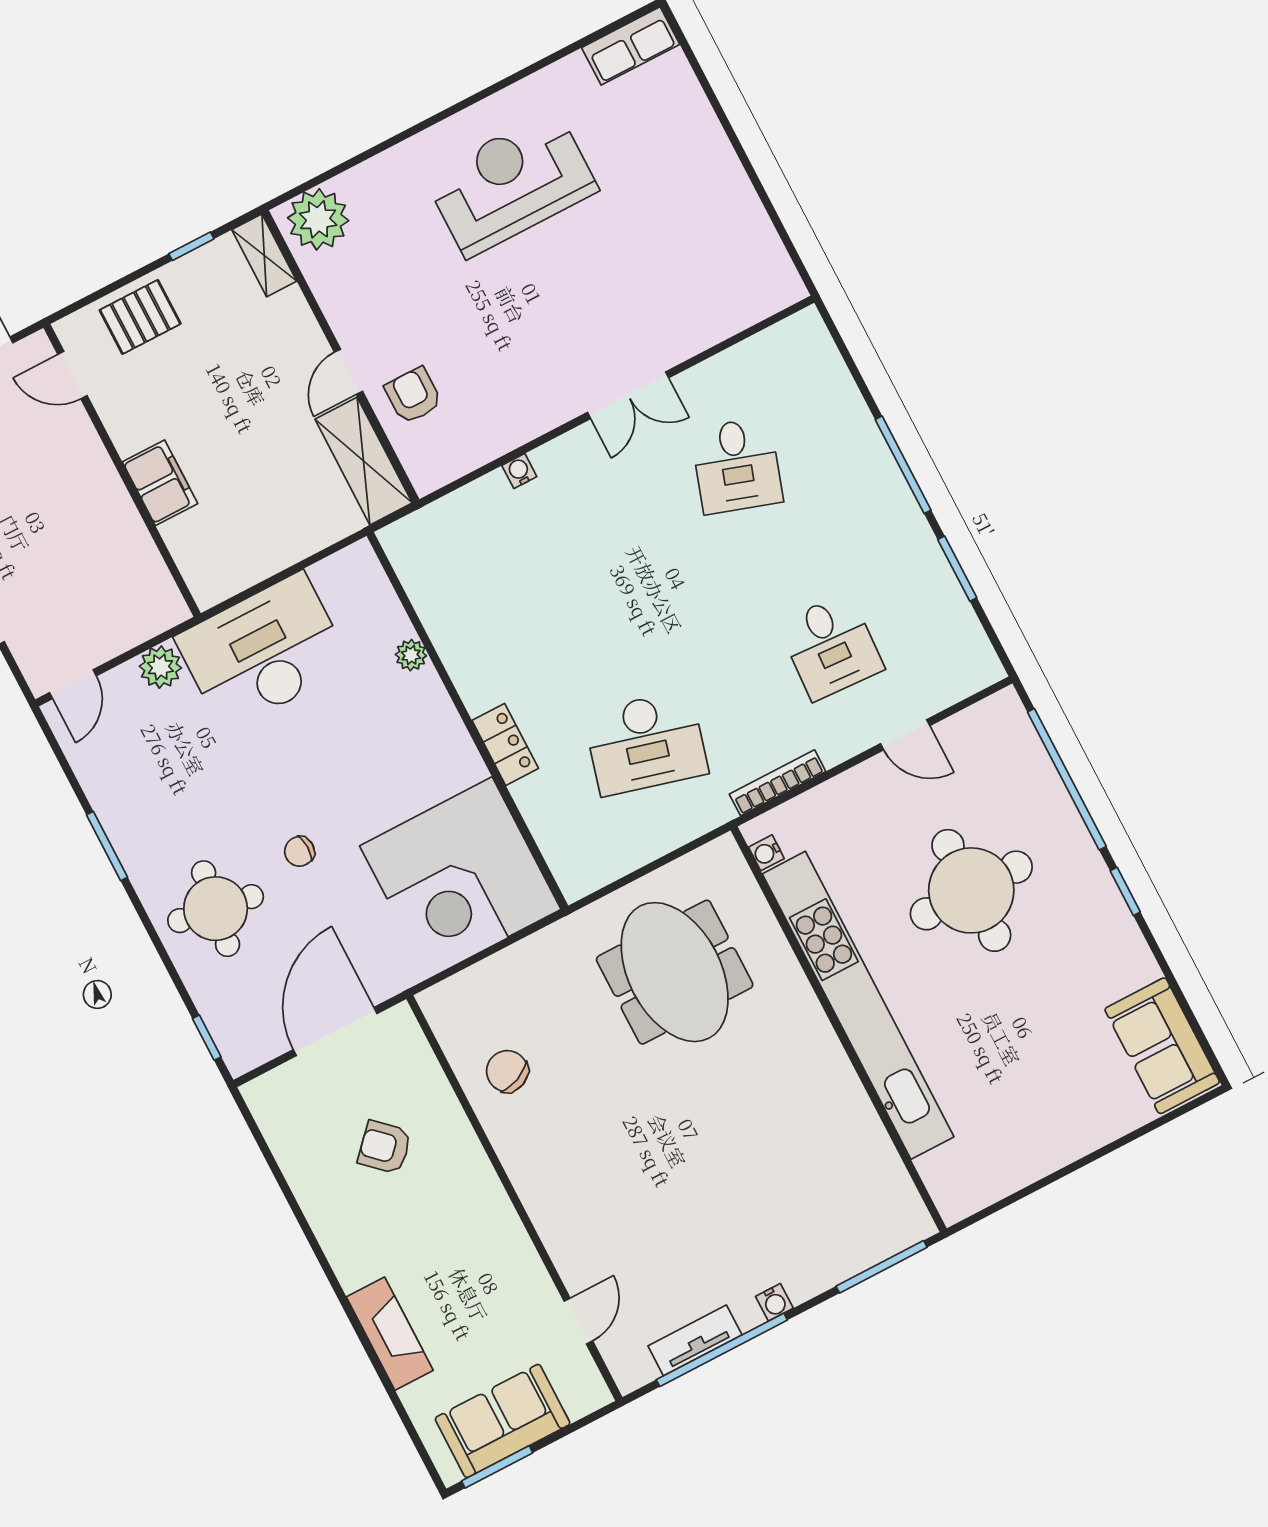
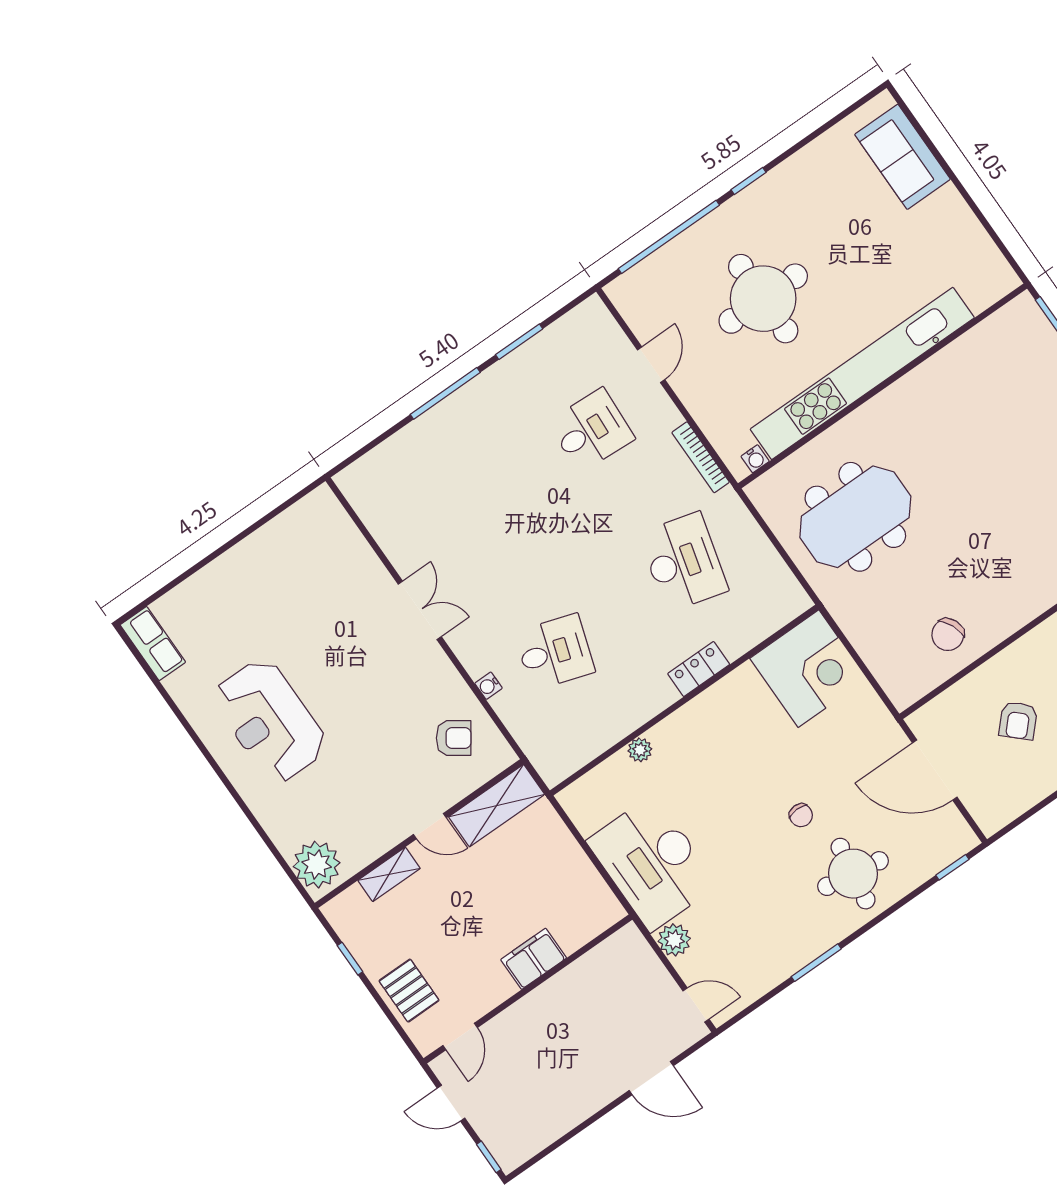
shelving: (264, 255) -> (389, 874), moved
armchair: (413, 395) -> (454, 738), moved, turned -145
desk: (737, 466) -> (555, 652), moved
corner desk: (460, 878) -> (808, 669), width x0.74, depth x0.74
sofa: (1162, 1046) -> (902, 157), moved, turned 90

